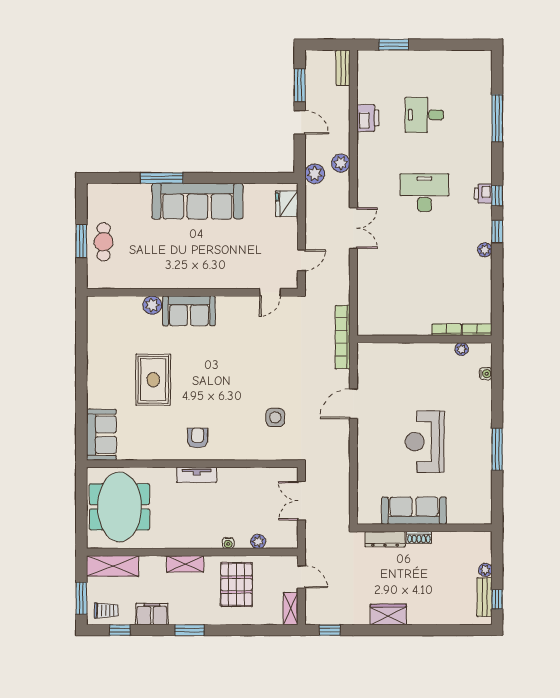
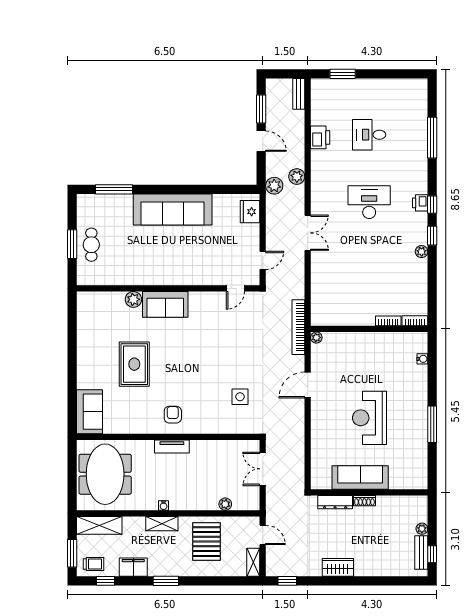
window: (162, 178) -> (114, 189), moved
plant: (462, 349) -> (316, 338), moved
water cooler: (228, 543) -> (164, 506), moved

